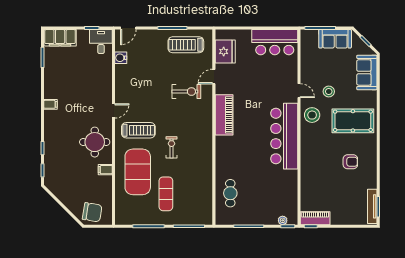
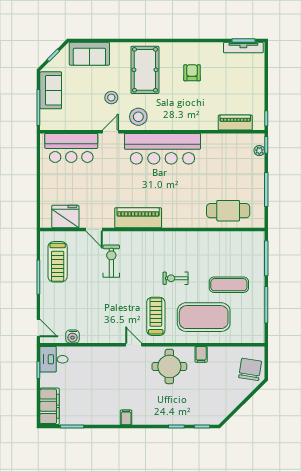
bar counter: (275, 42) -> (71, 148), moved, turned 90
cafe table: (230, 193) -> (228, 211), width x1.37, depth x1.35
piano: (315, 218) -> (235, 123), moved, turned 90

